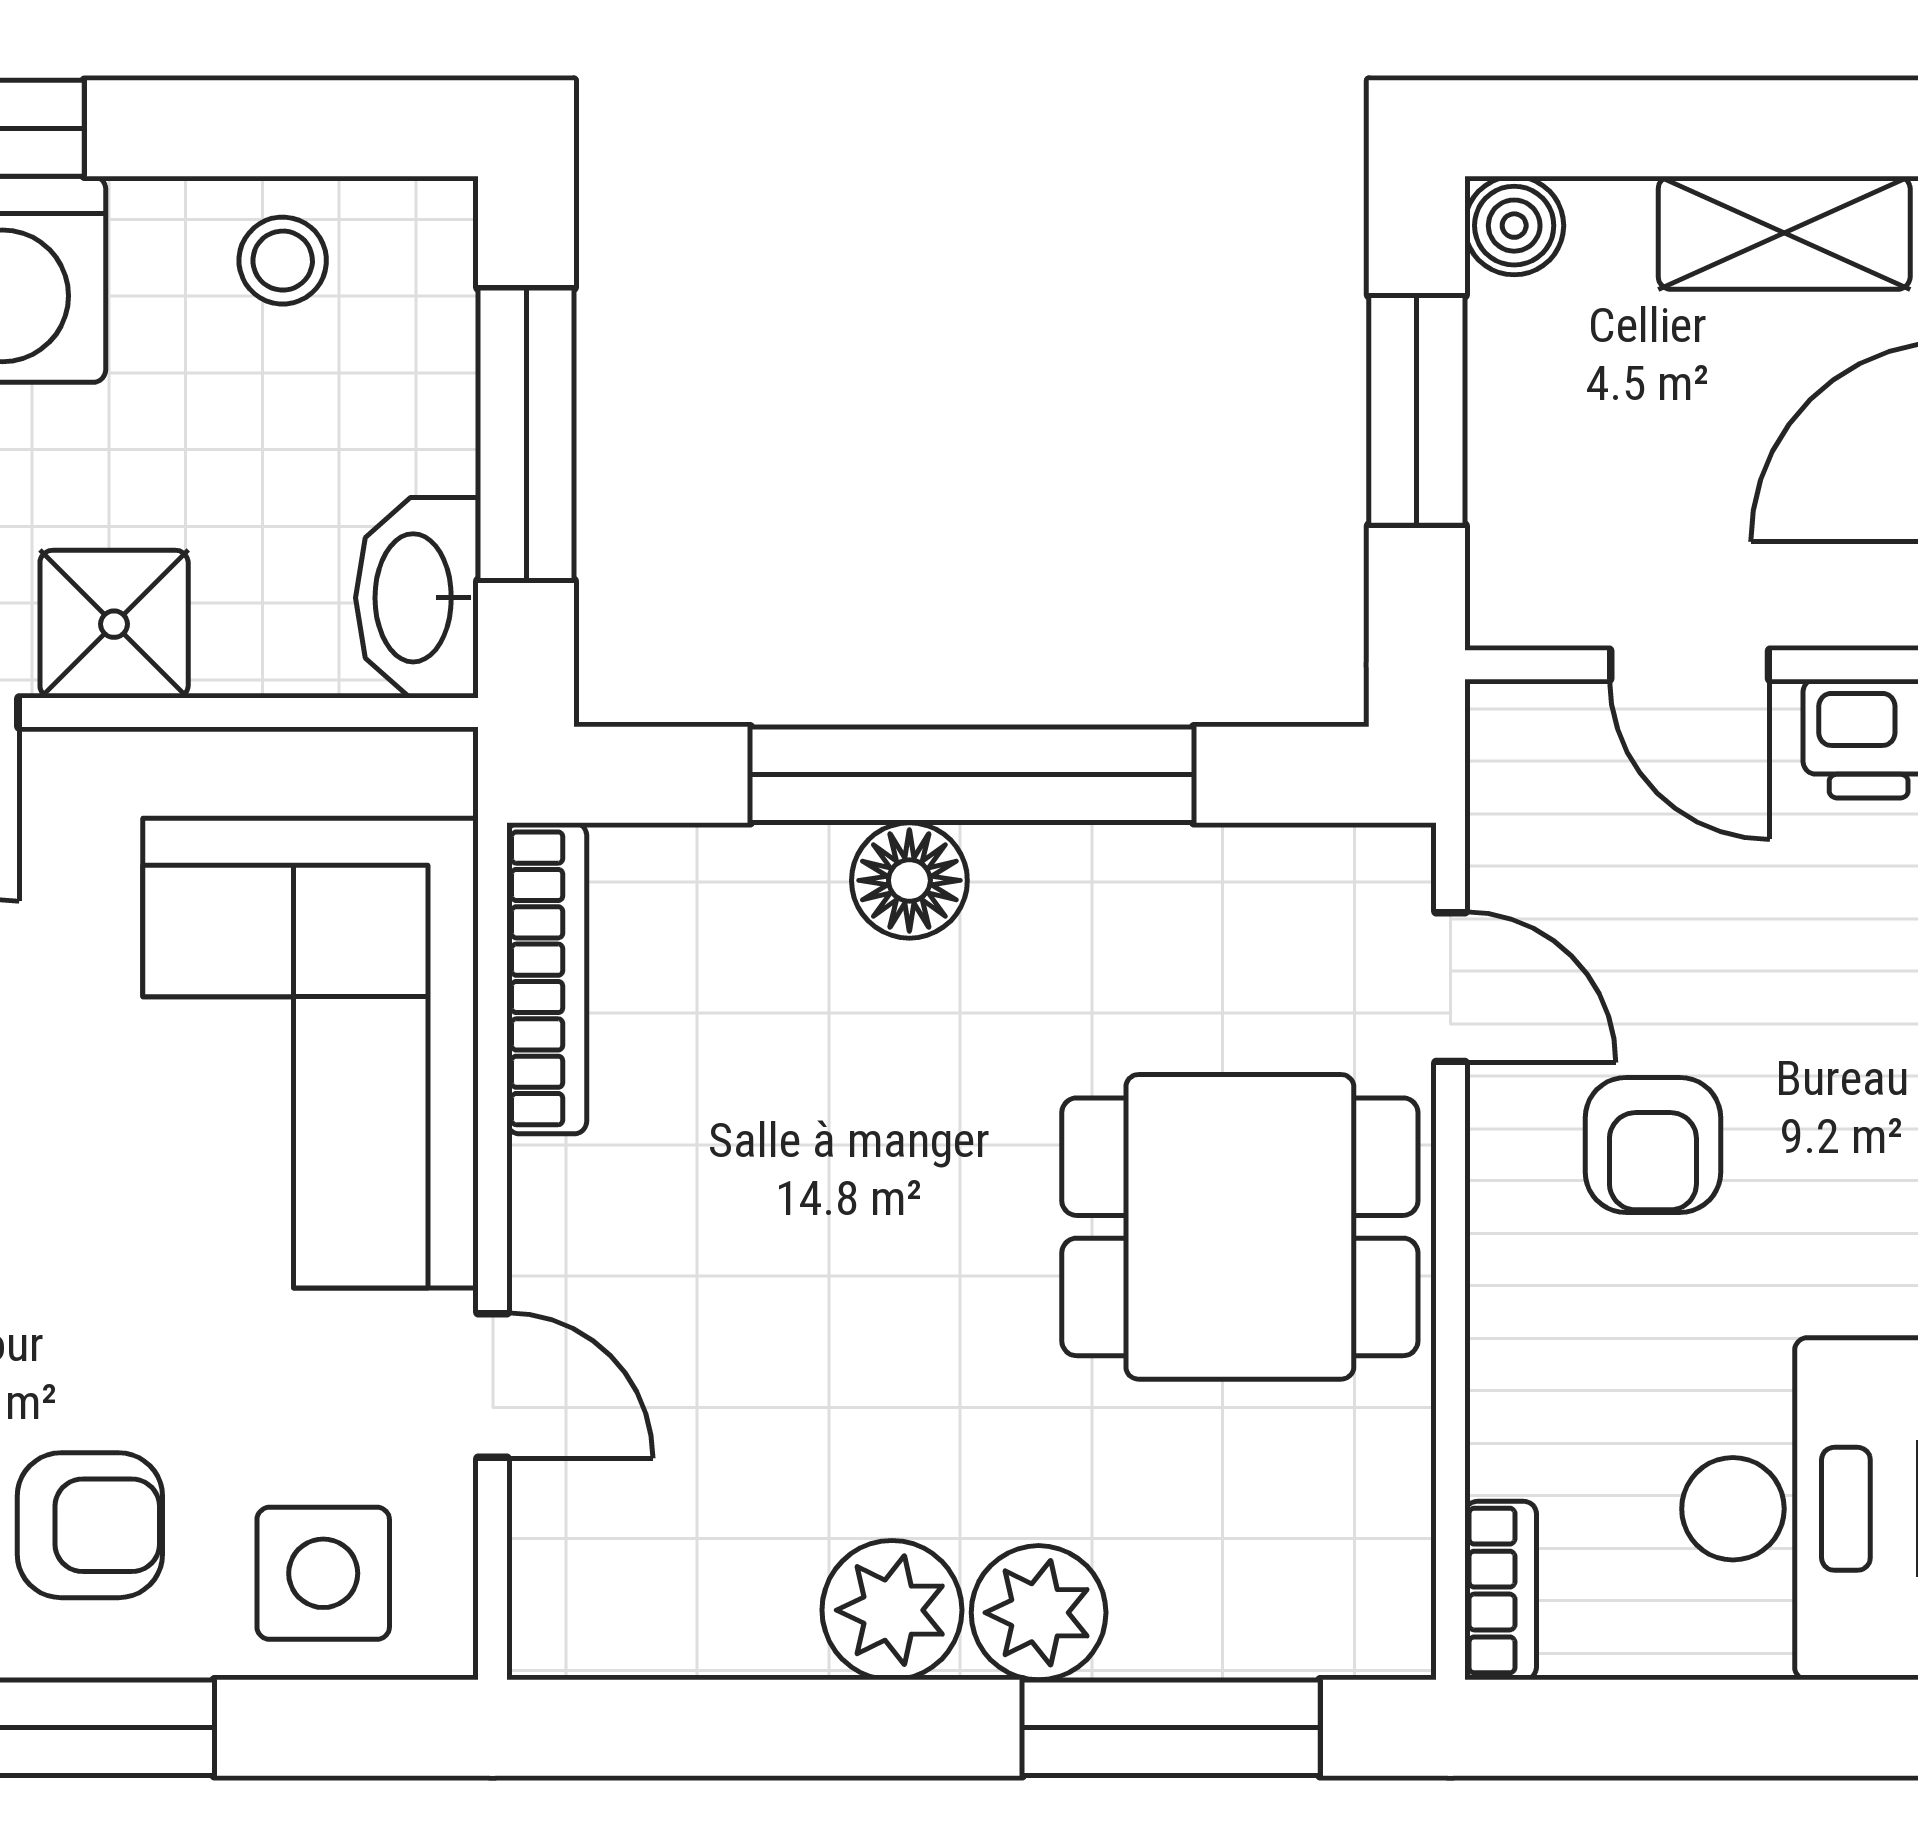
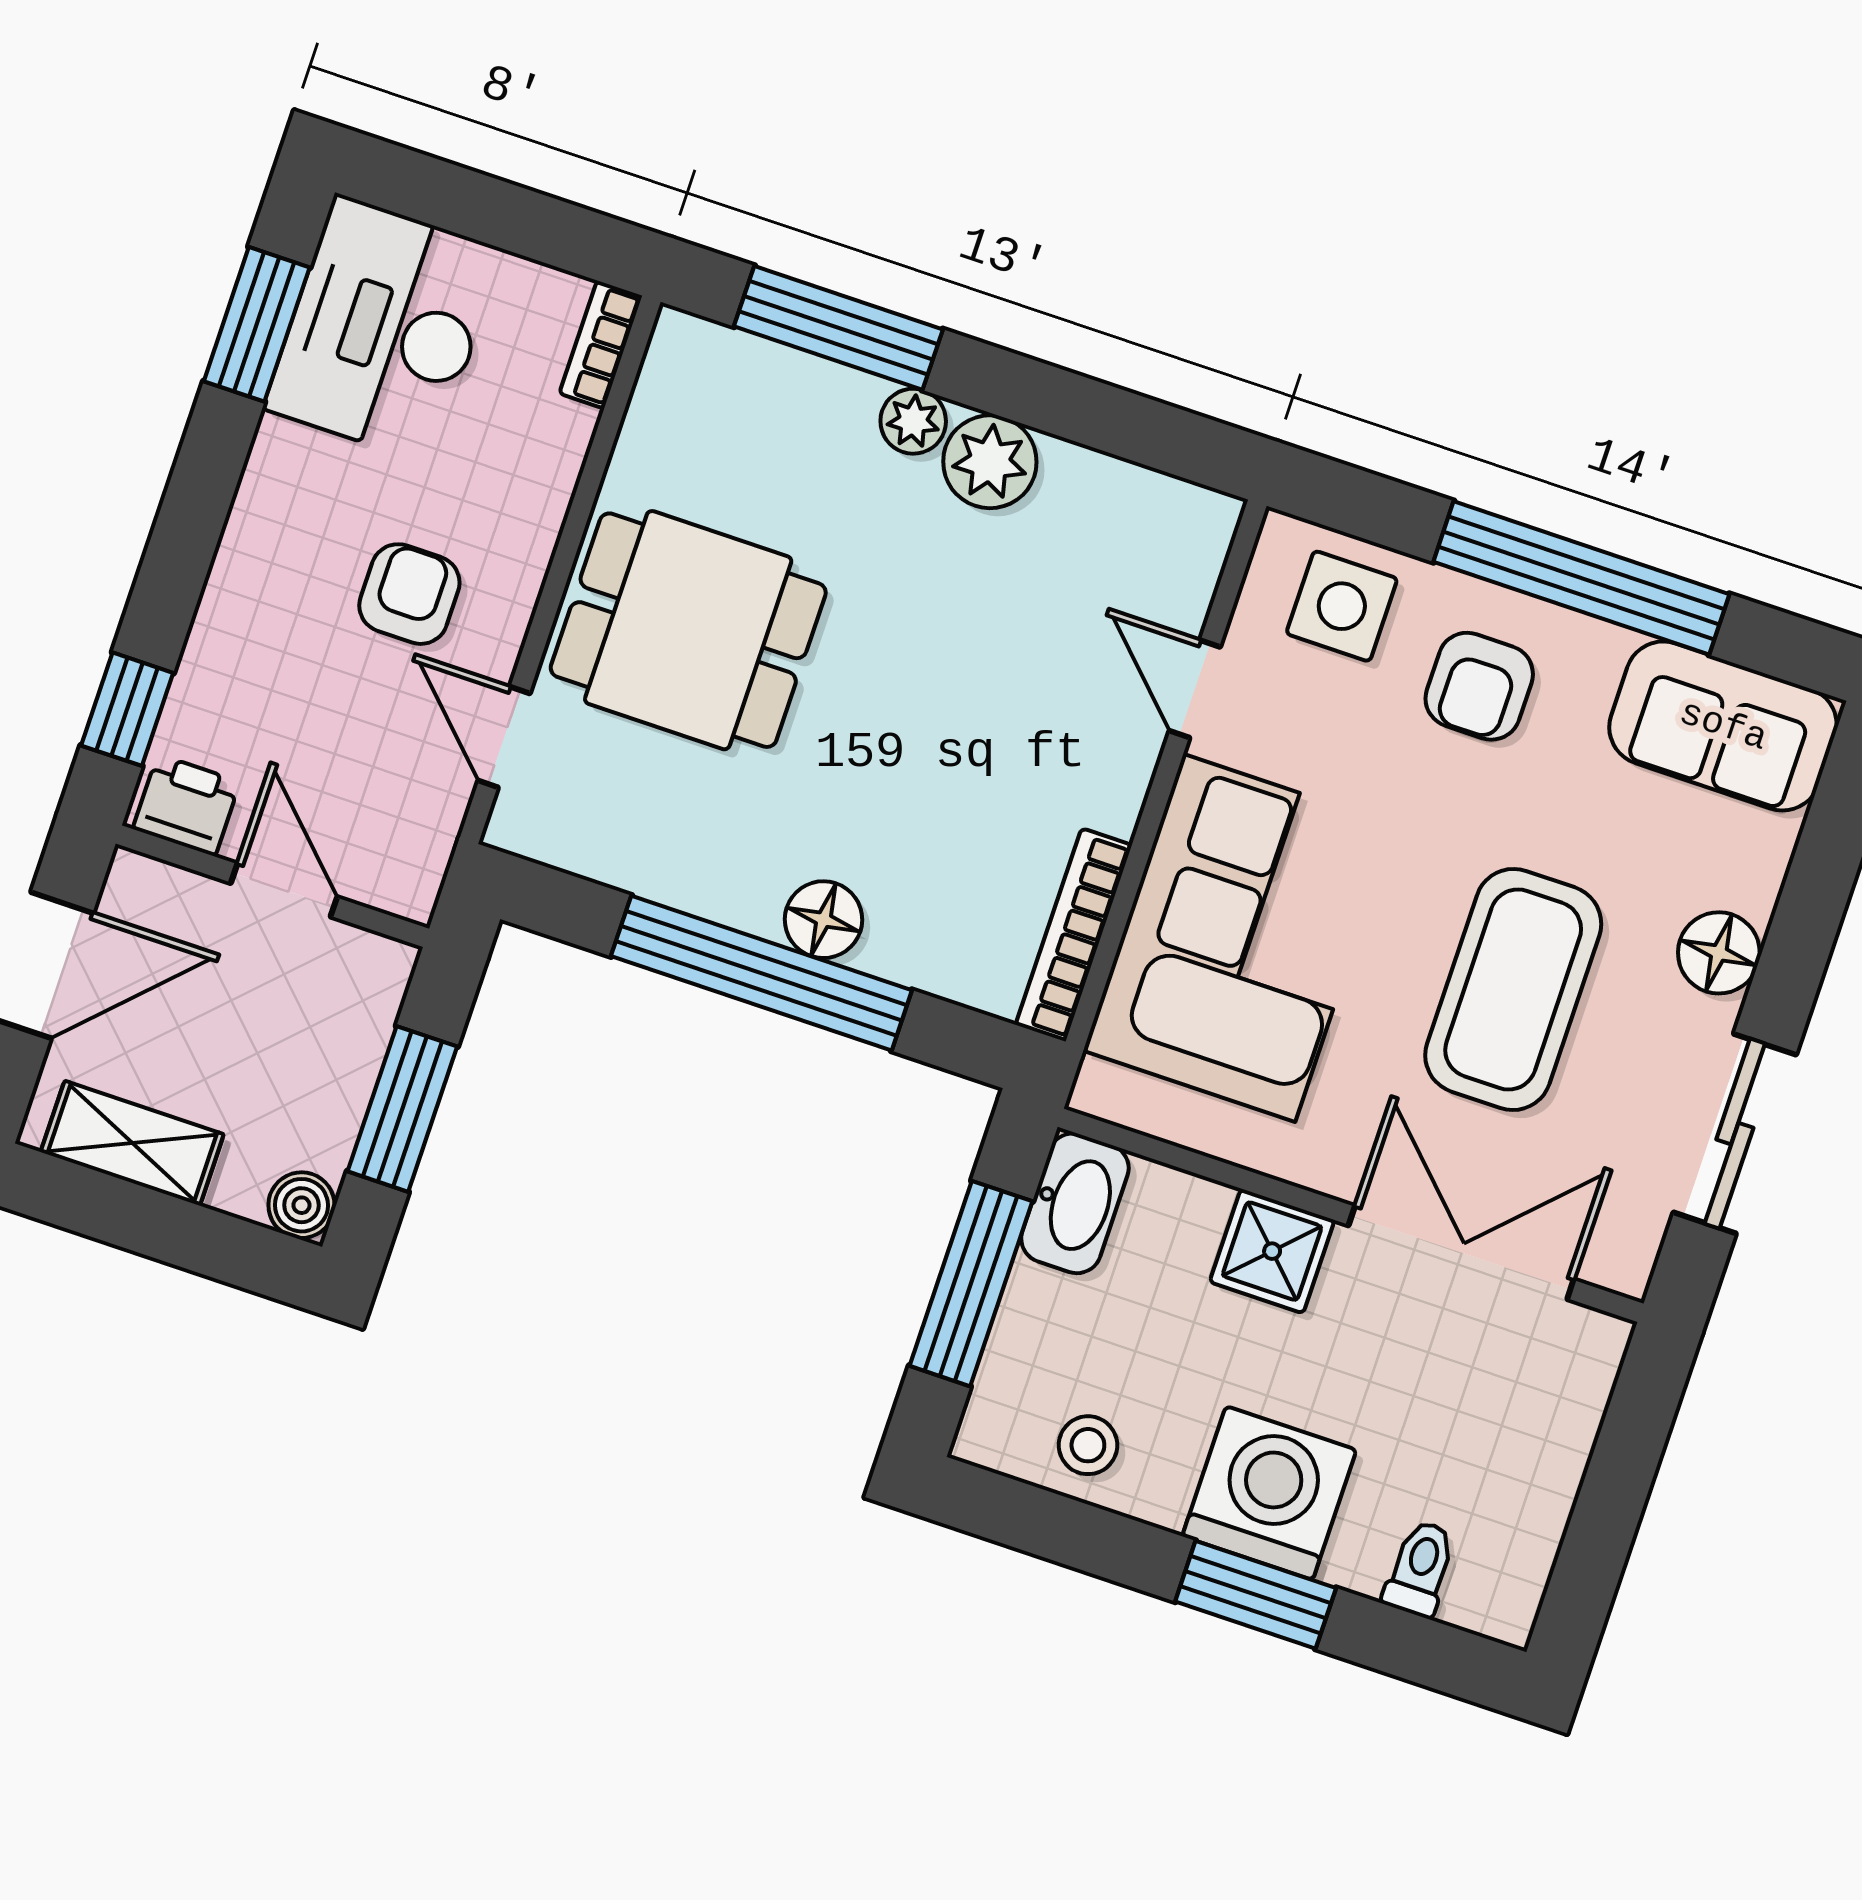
armchair: (90, 1525) -> (1479, 686), turned -90
plant: (1039, 1613) -> (913, 421), width x0.73, depth x0.73

